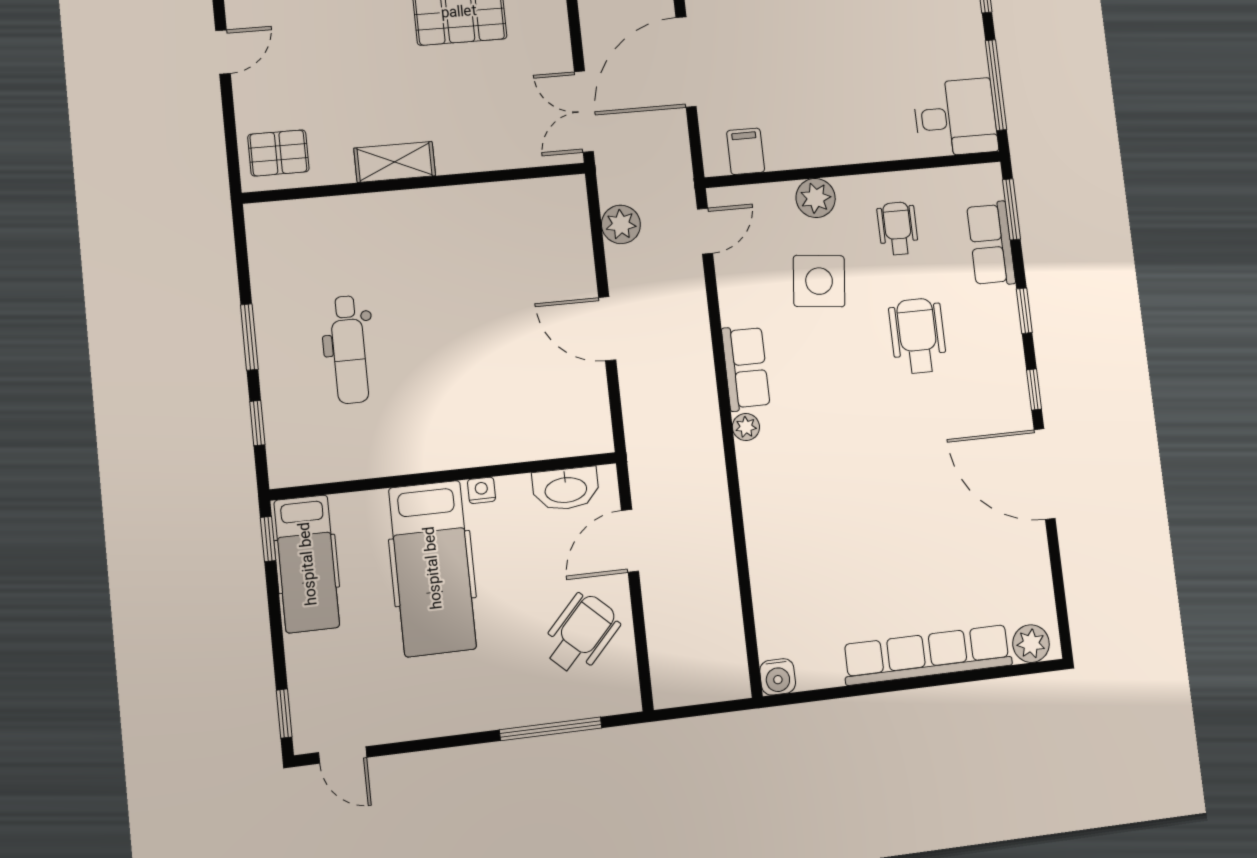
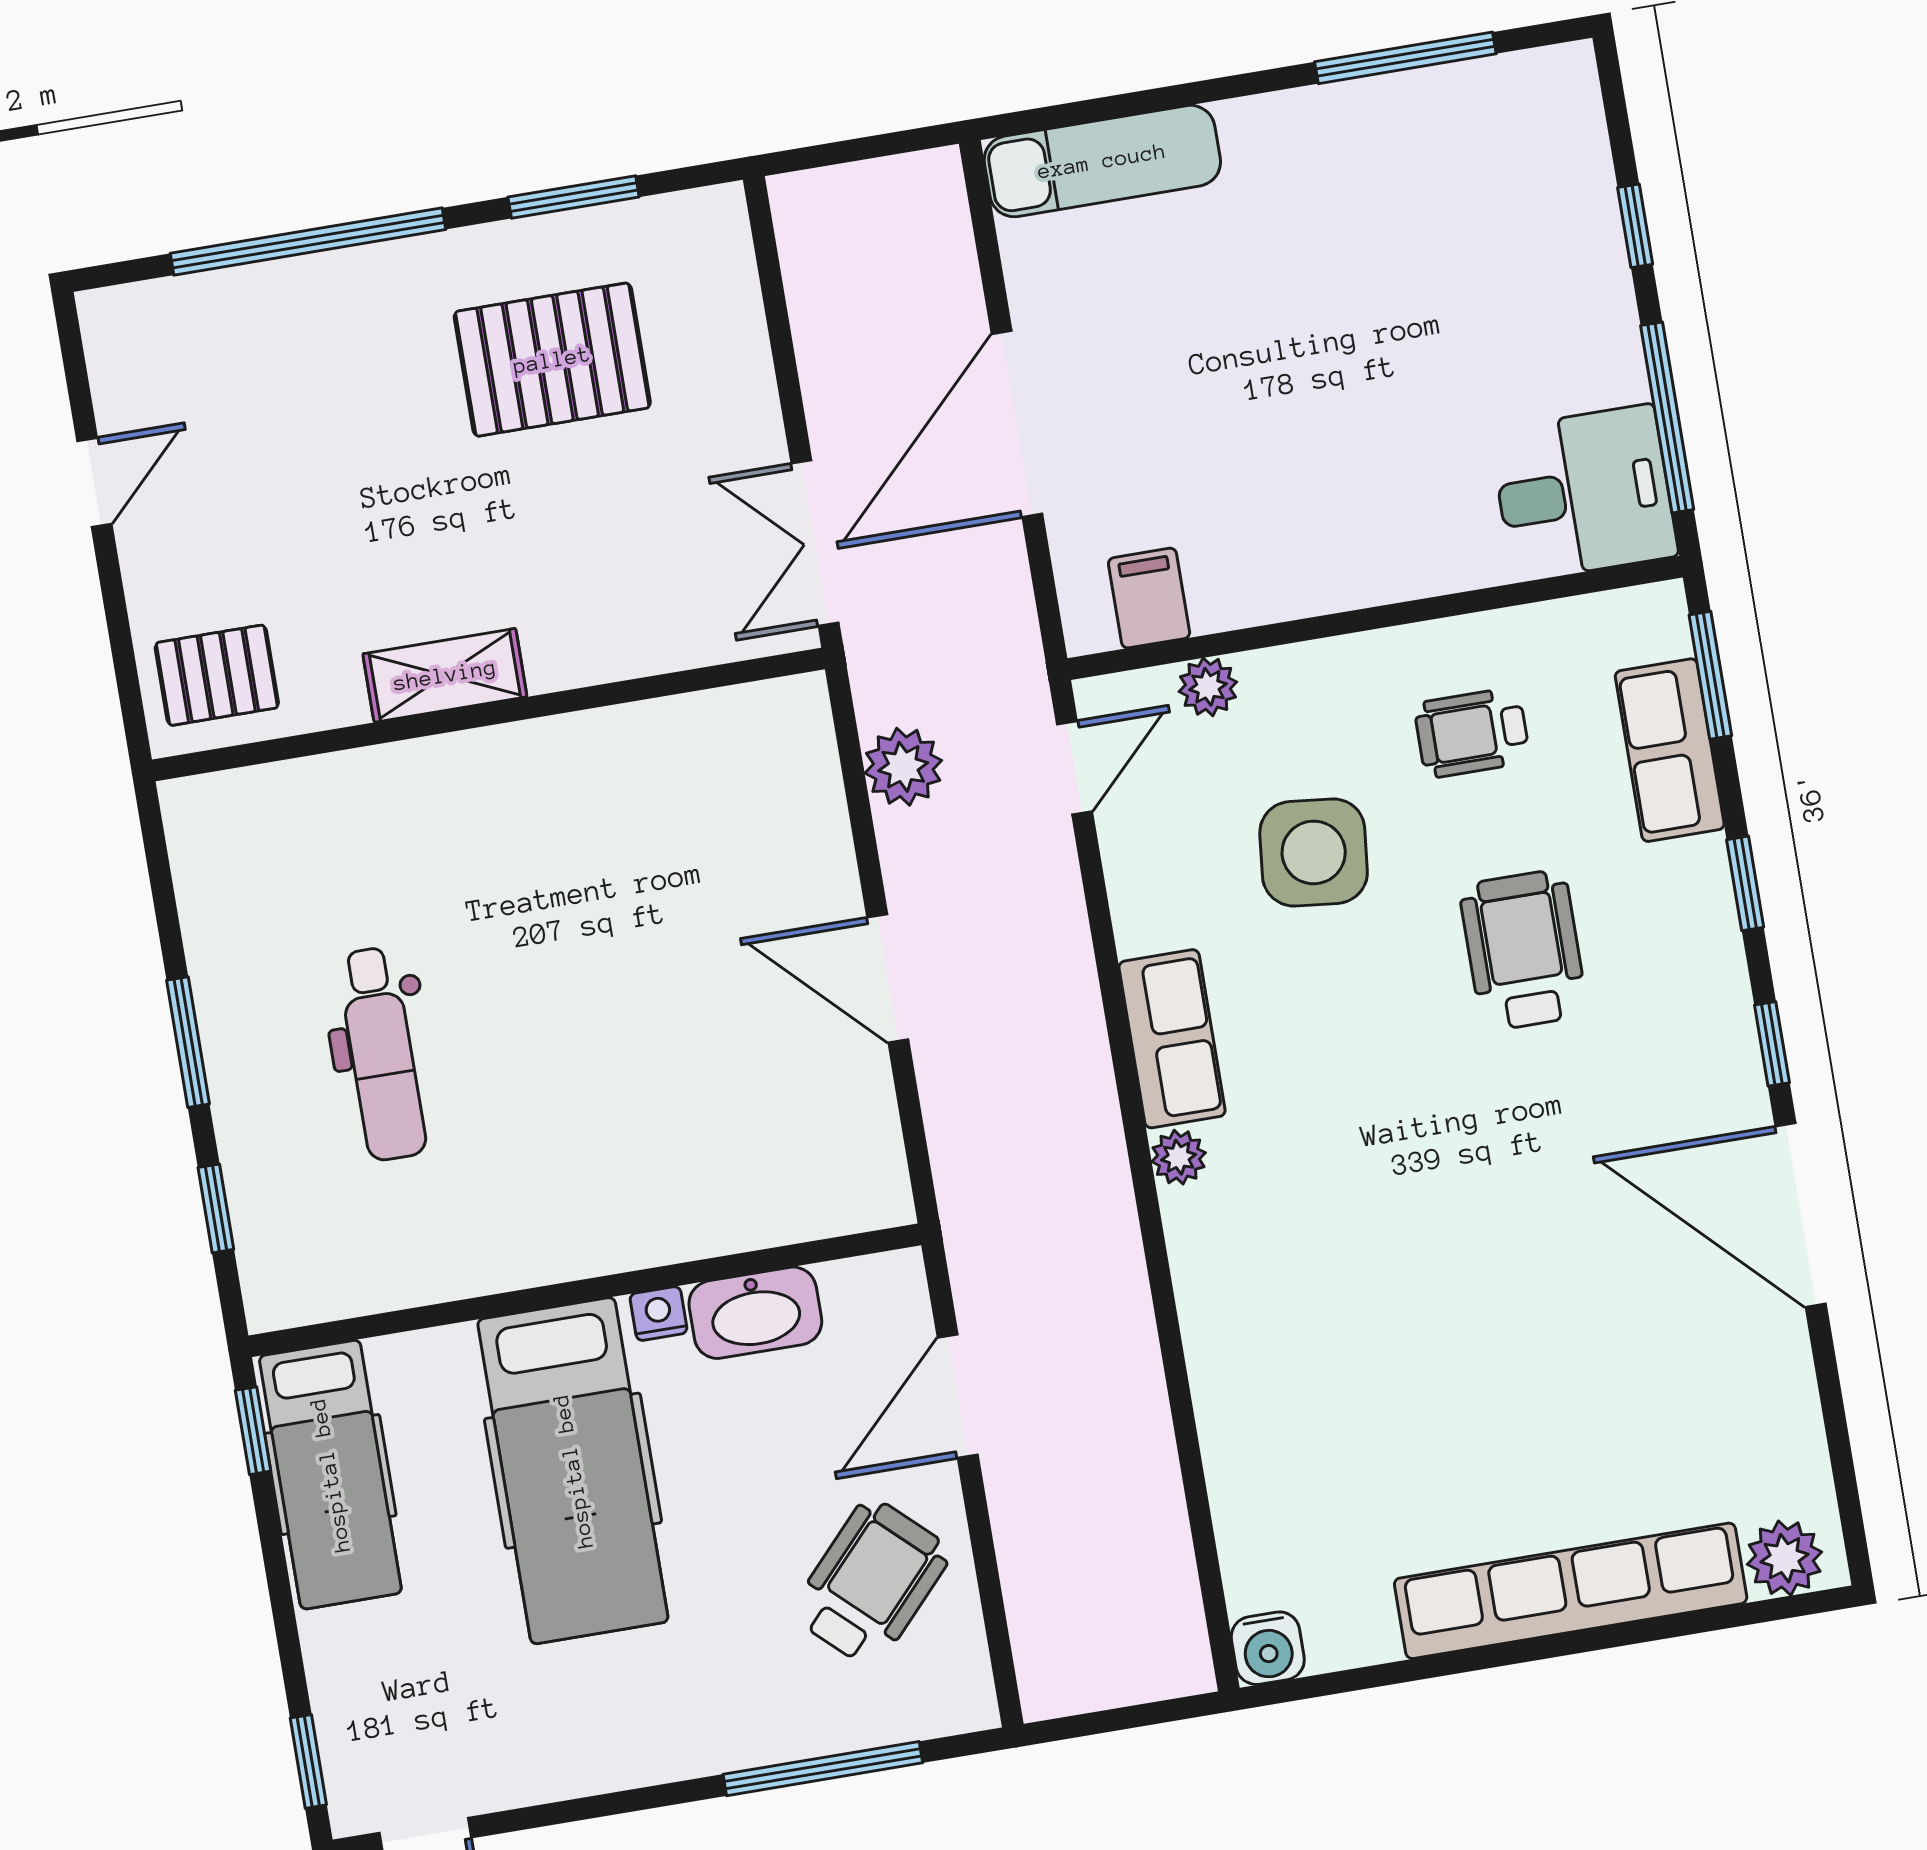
plant: (816, 198) -> (1208, 687), moved, width x0.73, depth x0.73
wheelchair: (898, 228) -> (1472, 733), turned -90
washbasin: (566, 489) -> (755, 1313), moved

